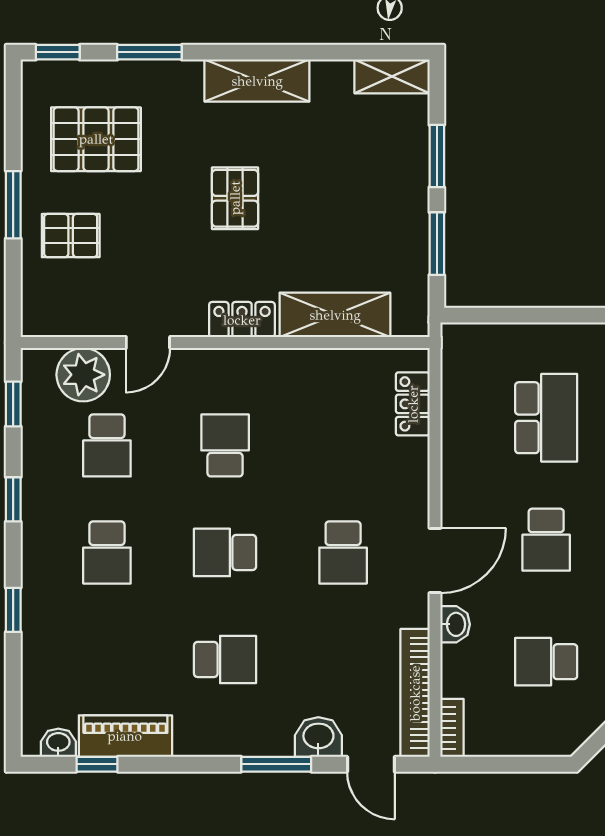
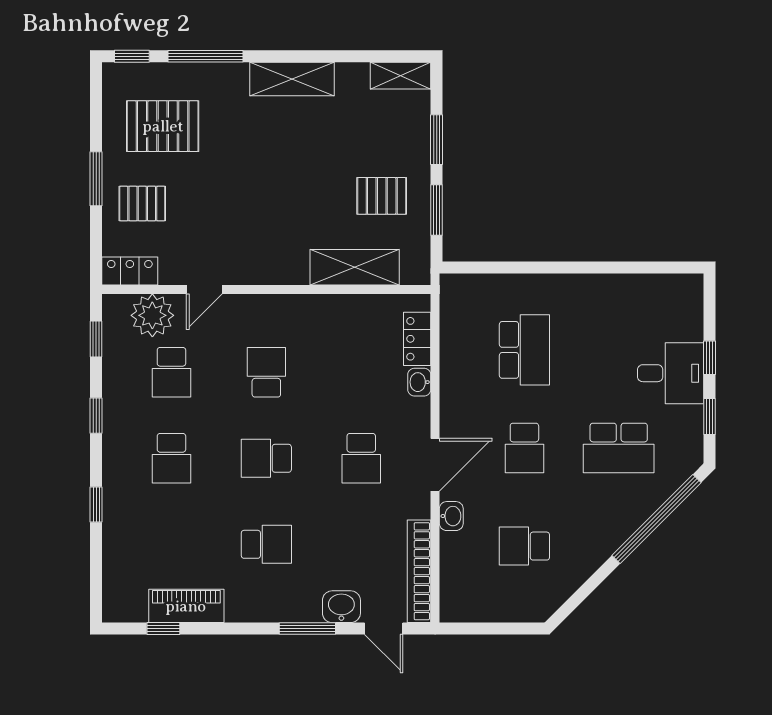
window: (149, 52) -> (206, 56), width x1.44
pallet: (235, 198) -> (382, 196), moved, turned 90
locker: (242, 320) -> (130, 271), moved
bookcase: (452, 728) -> (449, 599), removed
washbasin: (58, 743) -> (419, 382), moved, turned -90

